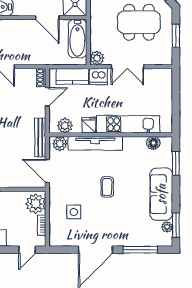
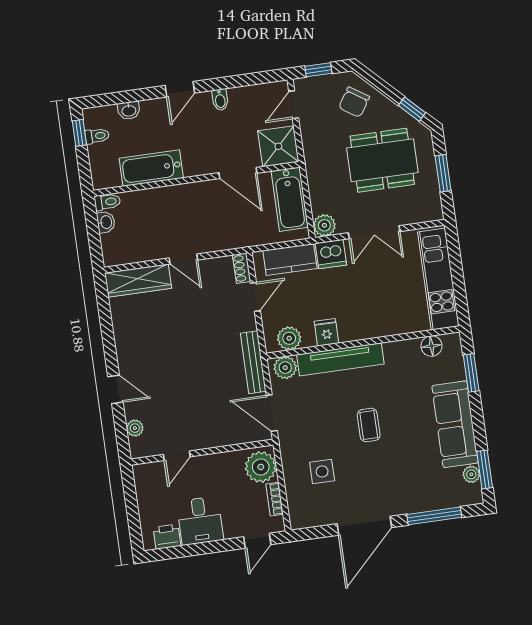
kitchen unit: (128, 124) -> (438, 279), moved, turned -90

